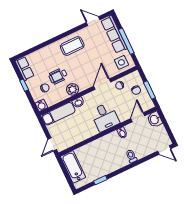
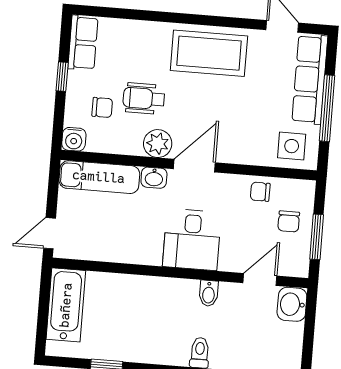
coffee table: (72, 46) -> (209, 53), width x1.36, depth x1.32
door: (102, 84) -> (194, 166), moved

